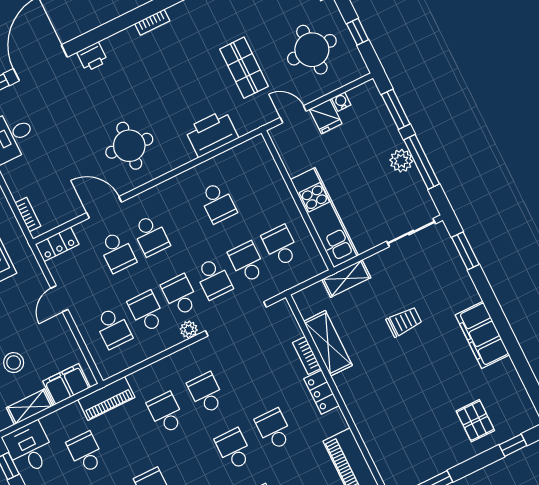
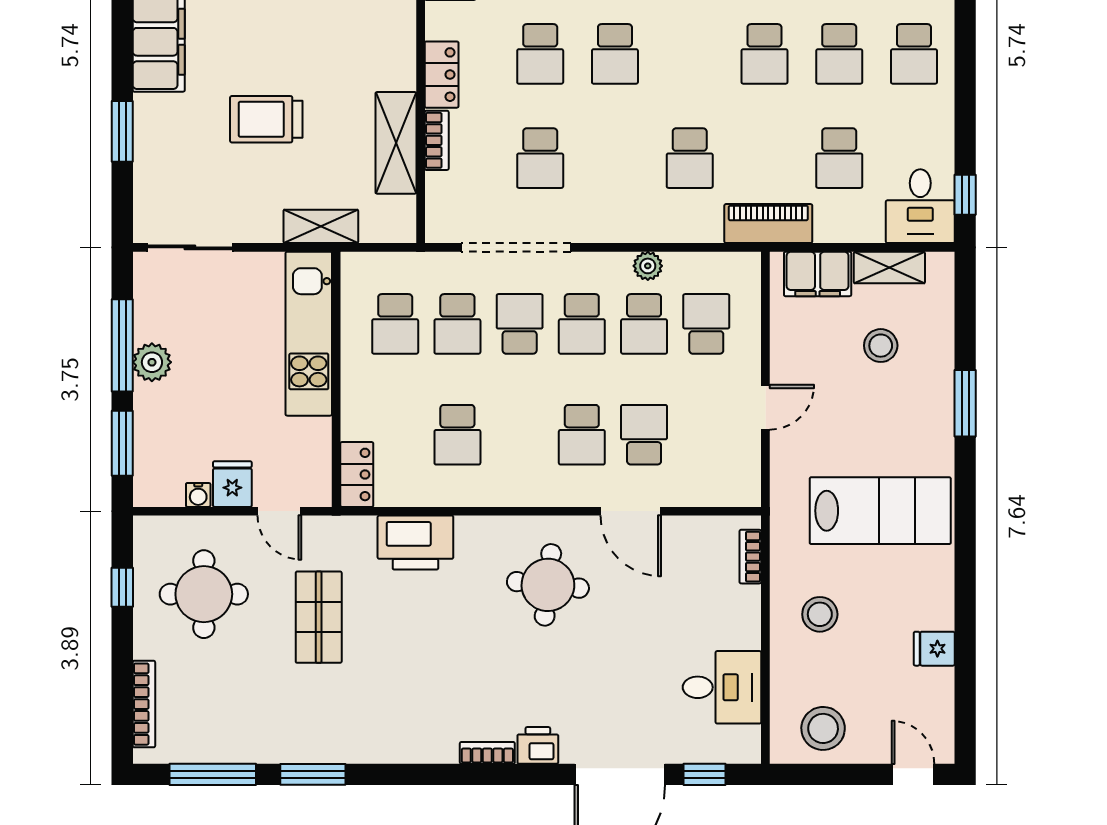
bookcase: (152, 22) -> (487, 753), moved
school desk: (218, 203) -> (457, 435), turned 180
school desk: (151, 236) -> (582, 435), turned 180
locker: (57, 244) -> (357, 474), moved, turned 90
window: (465, 251) -> (122, 131), moved
trolley: (404, 322) -> (266, 119), width x1.36, depth x1.39
plant: (189, 330) -> (648, 266), moved
school desk: (206, 393) -> (540, 158), moved

